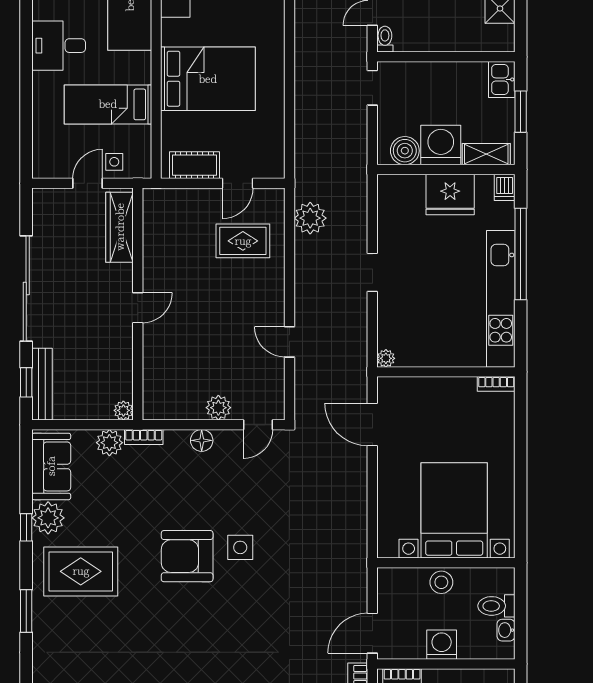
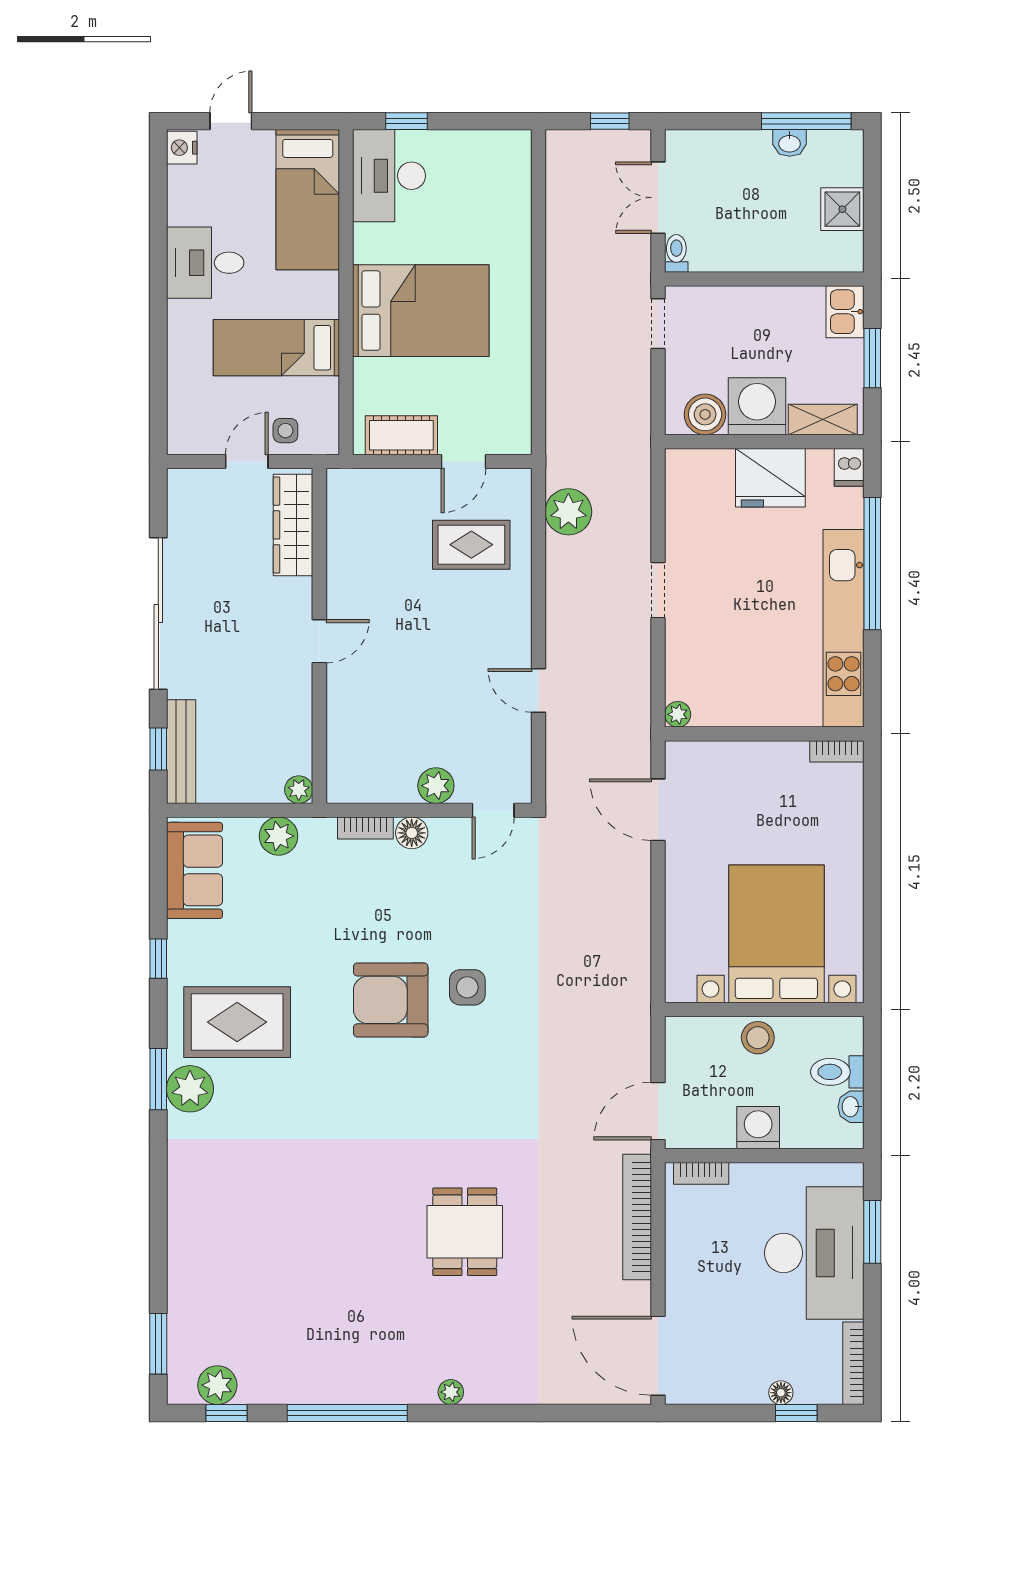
bookcase: (144, 437) -> (365, 828), moved
plant: (48, 518) -> (190, 1089), moved

